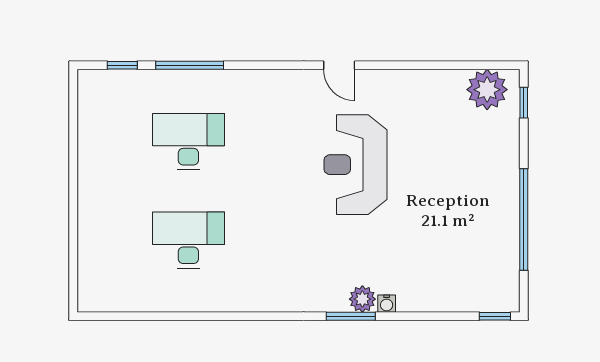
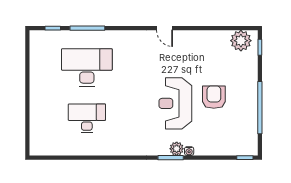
desk: (188, 141) -> (87, 67), width x1.36, depth x1.30
reception desk: (356, 165) -> (175, 103), moved
armchair: (435, 199) -> (214, 97), added

